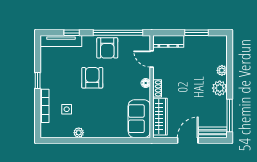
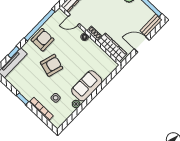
armchair: (107, 48) -> (42, 40), turned -90
armchair: (92, 78) -> (52, 65), turned 106
sofa: (139, 119) -> (87, 86), moved, turned 90
door: (188, 140) -> (142, 44), hinge flipped

